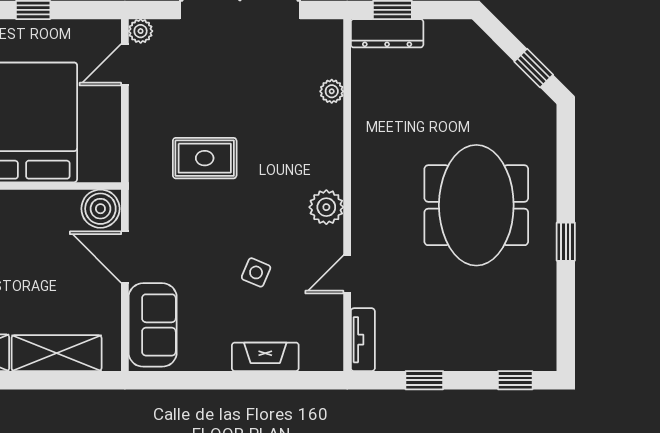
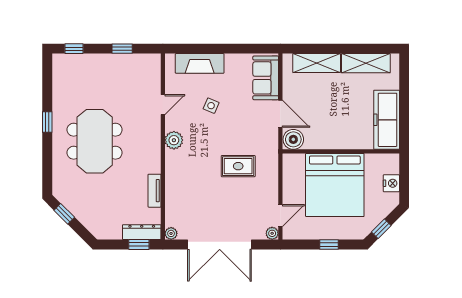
plant: (332, 91) -> (171, 233), moved
tv unit: (363, 340) -> (155, 191), moved
fireplace: (265, 357) -> (200, 63), width x1.37, depth x1.32

